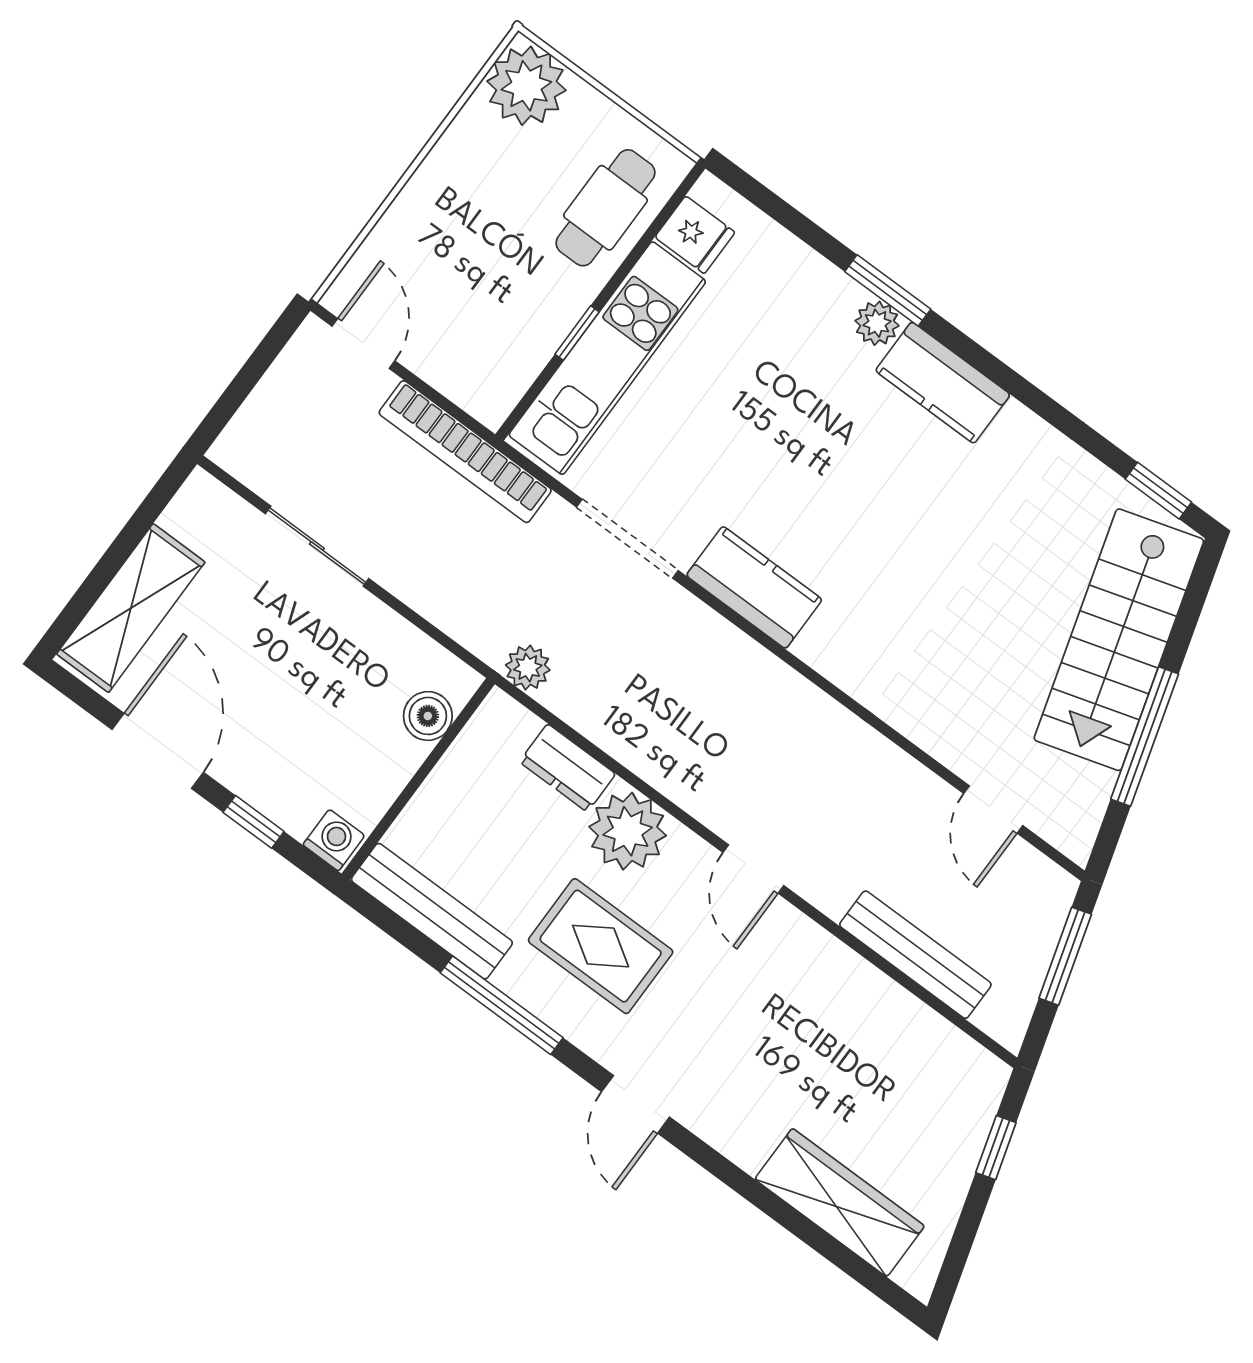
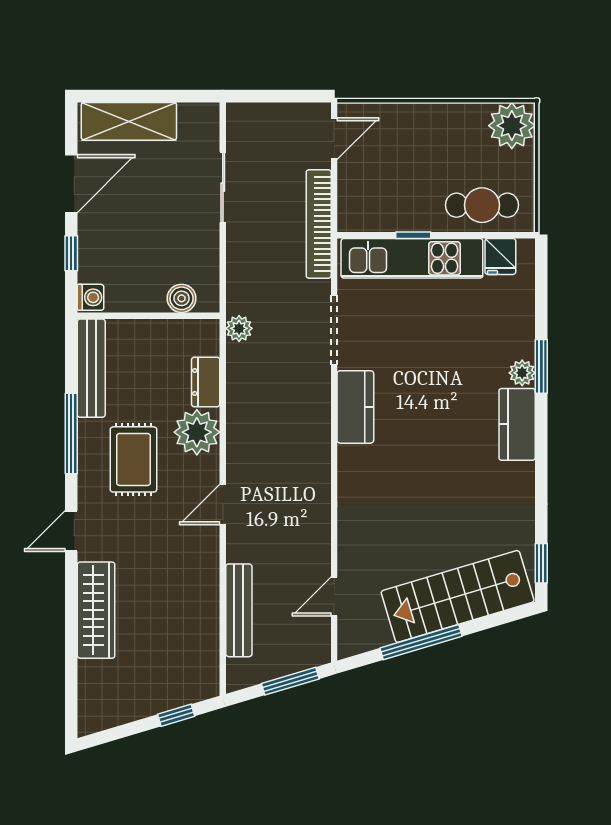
wardrobe: (840, 1203) -> (96, 610), moved

